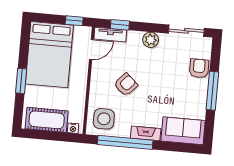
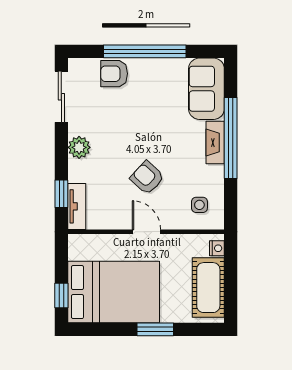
window: (74, 21) -> (61, 295), moved
door: (91, 49) -> (146, 232), moved
window: (212, 91) -> (145, 51), width x1.46
side table: (104, 119) -> (199, 205), width x0.54, depth x0.54
window: (125, 142) -> (231, 138), moved

